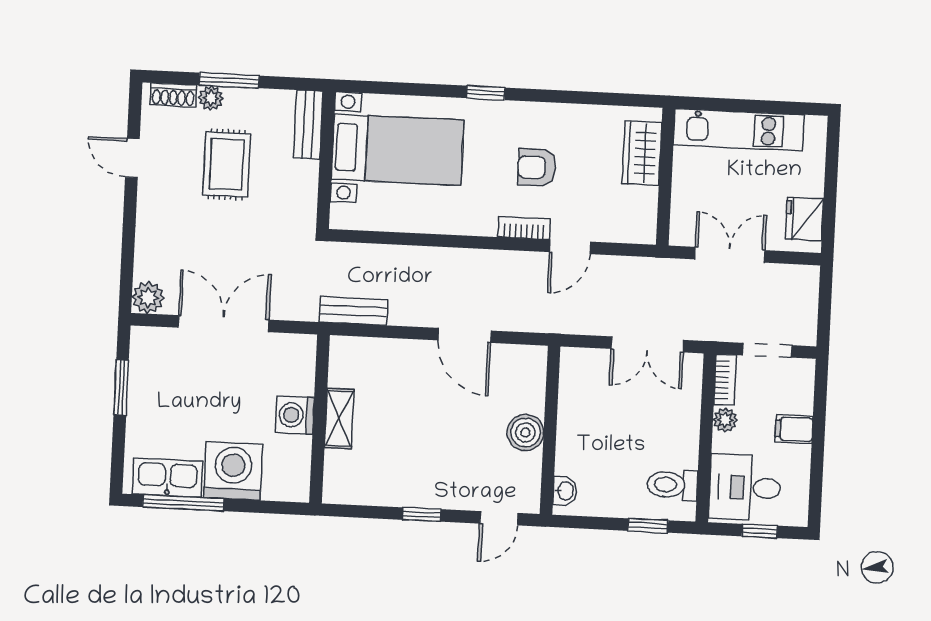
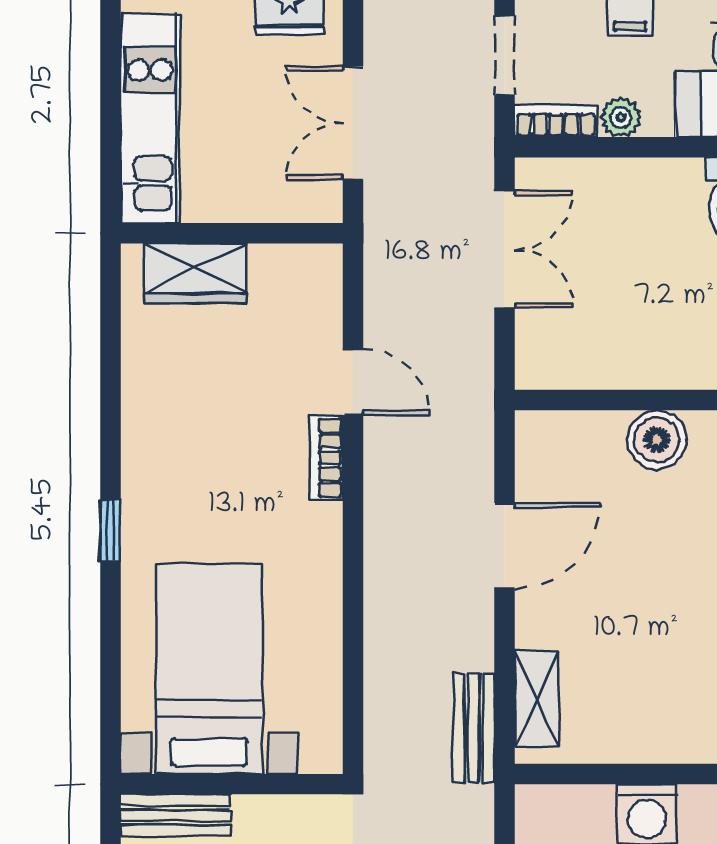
armchair: (537, 167) -> (227, 442), removed
shelving: (339, 418) -> (536, 699), moved, turned 90

